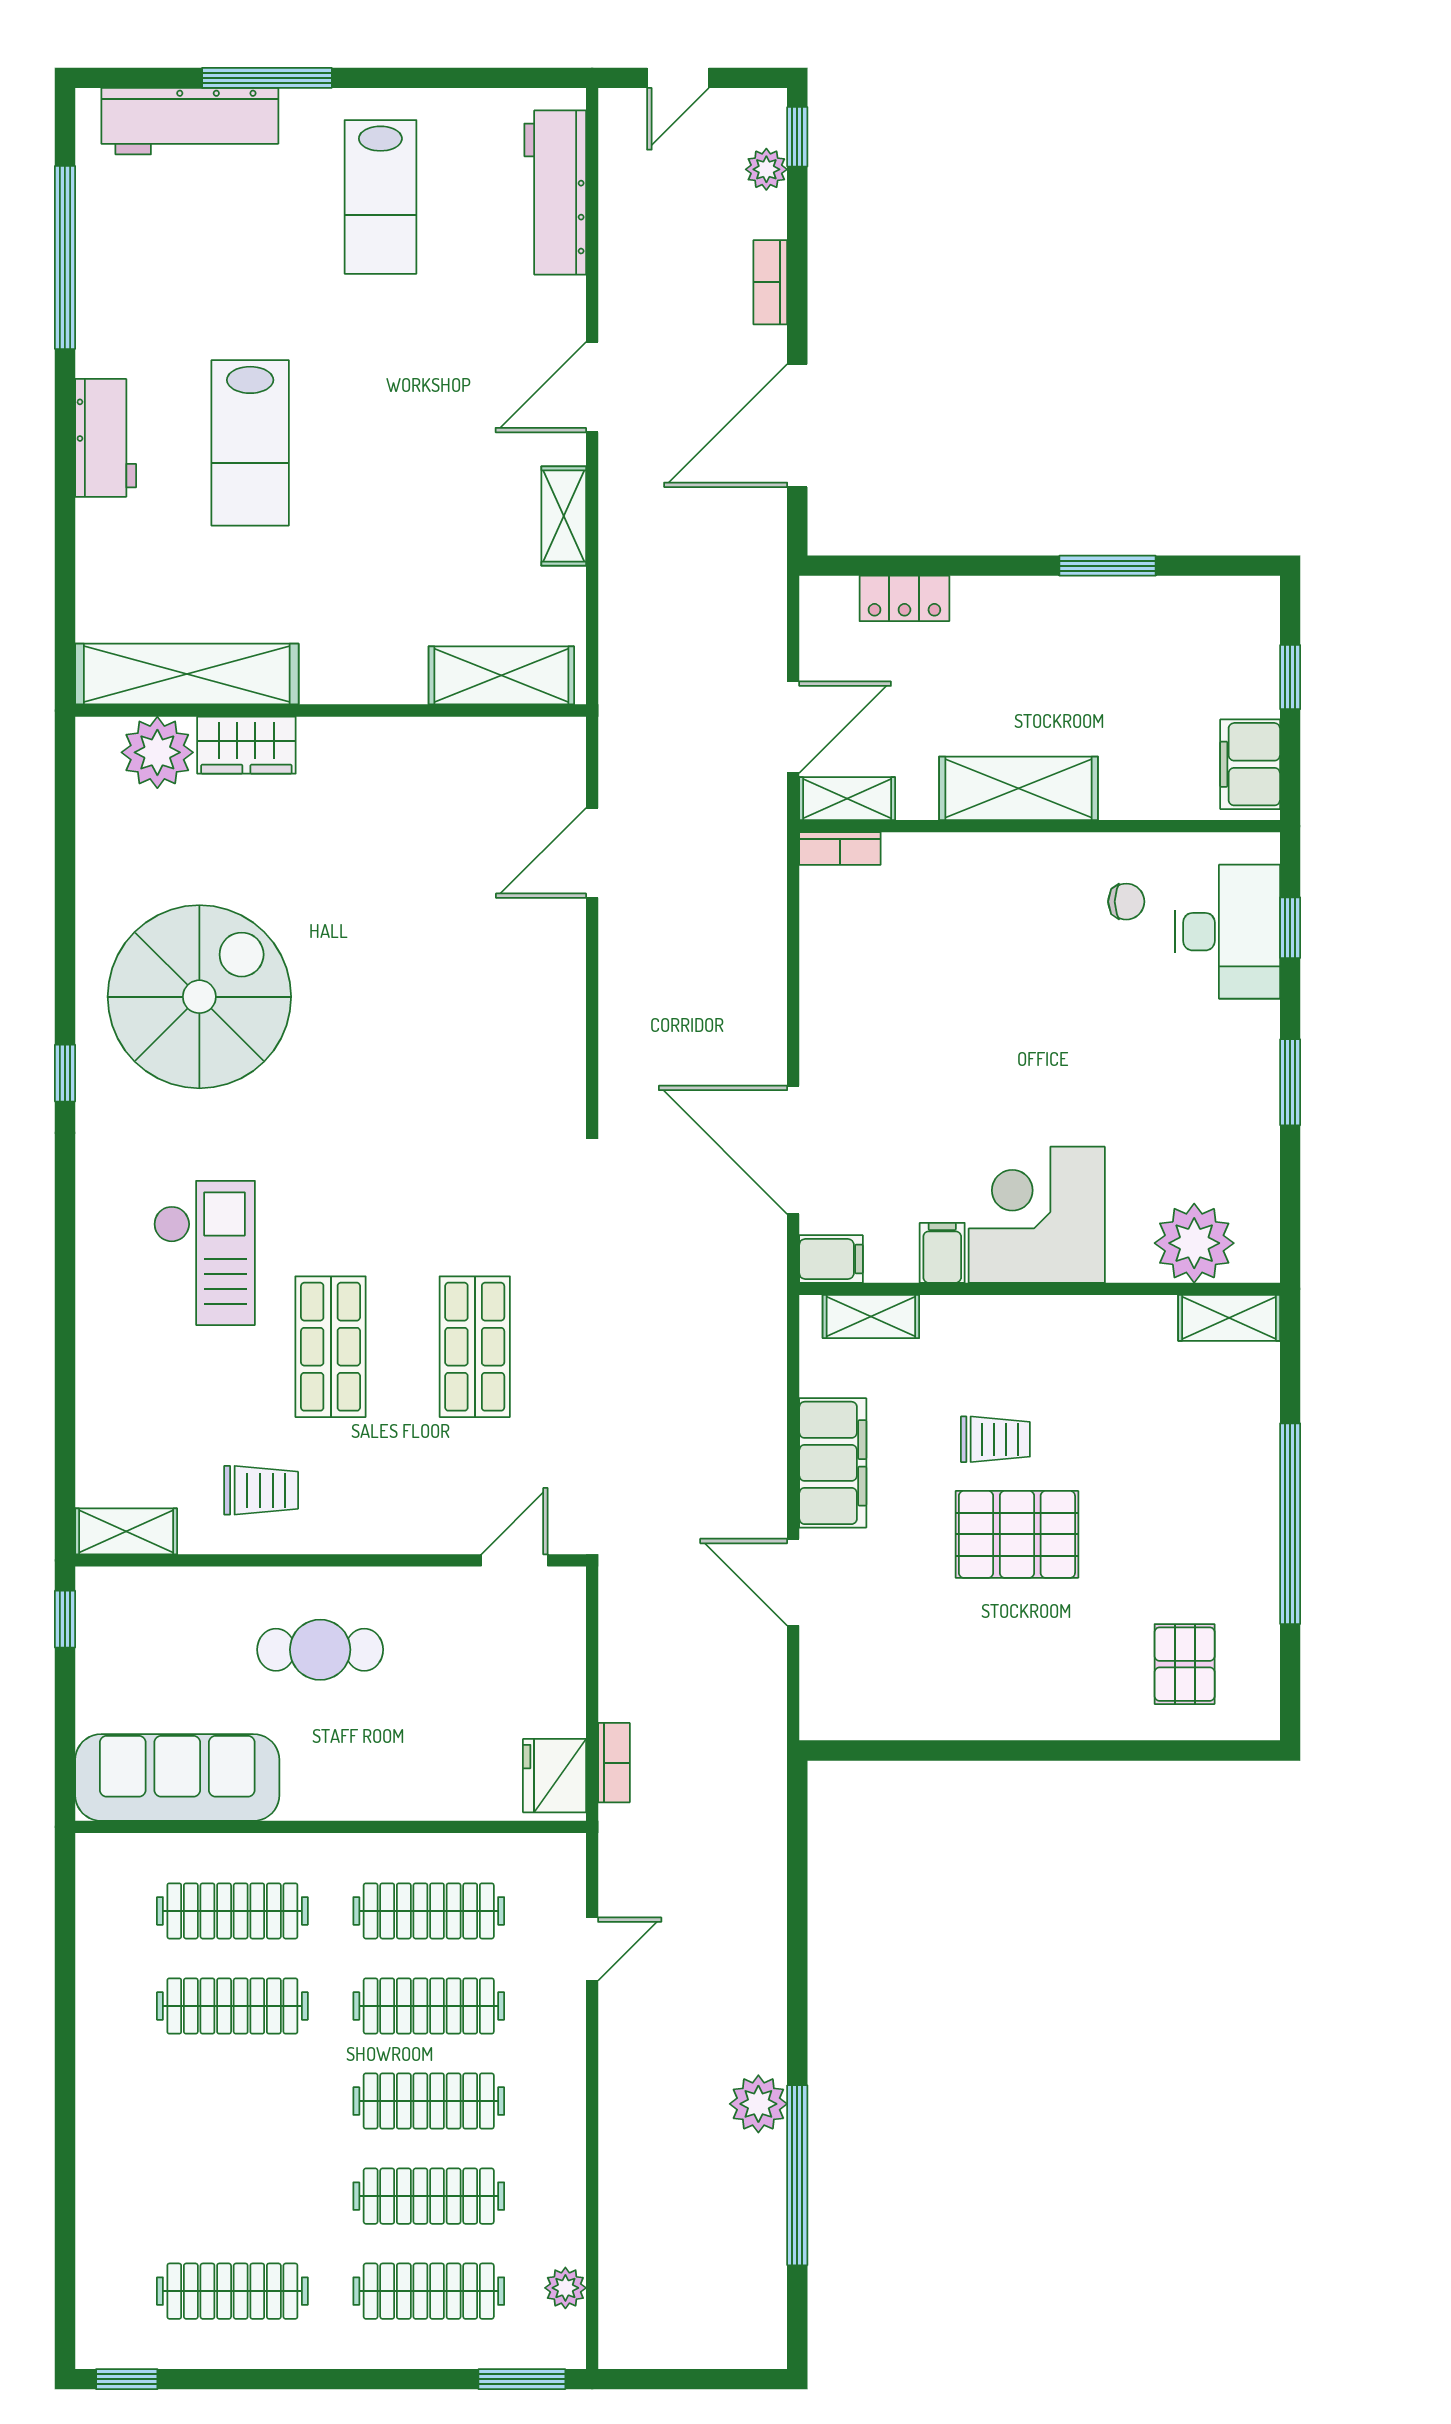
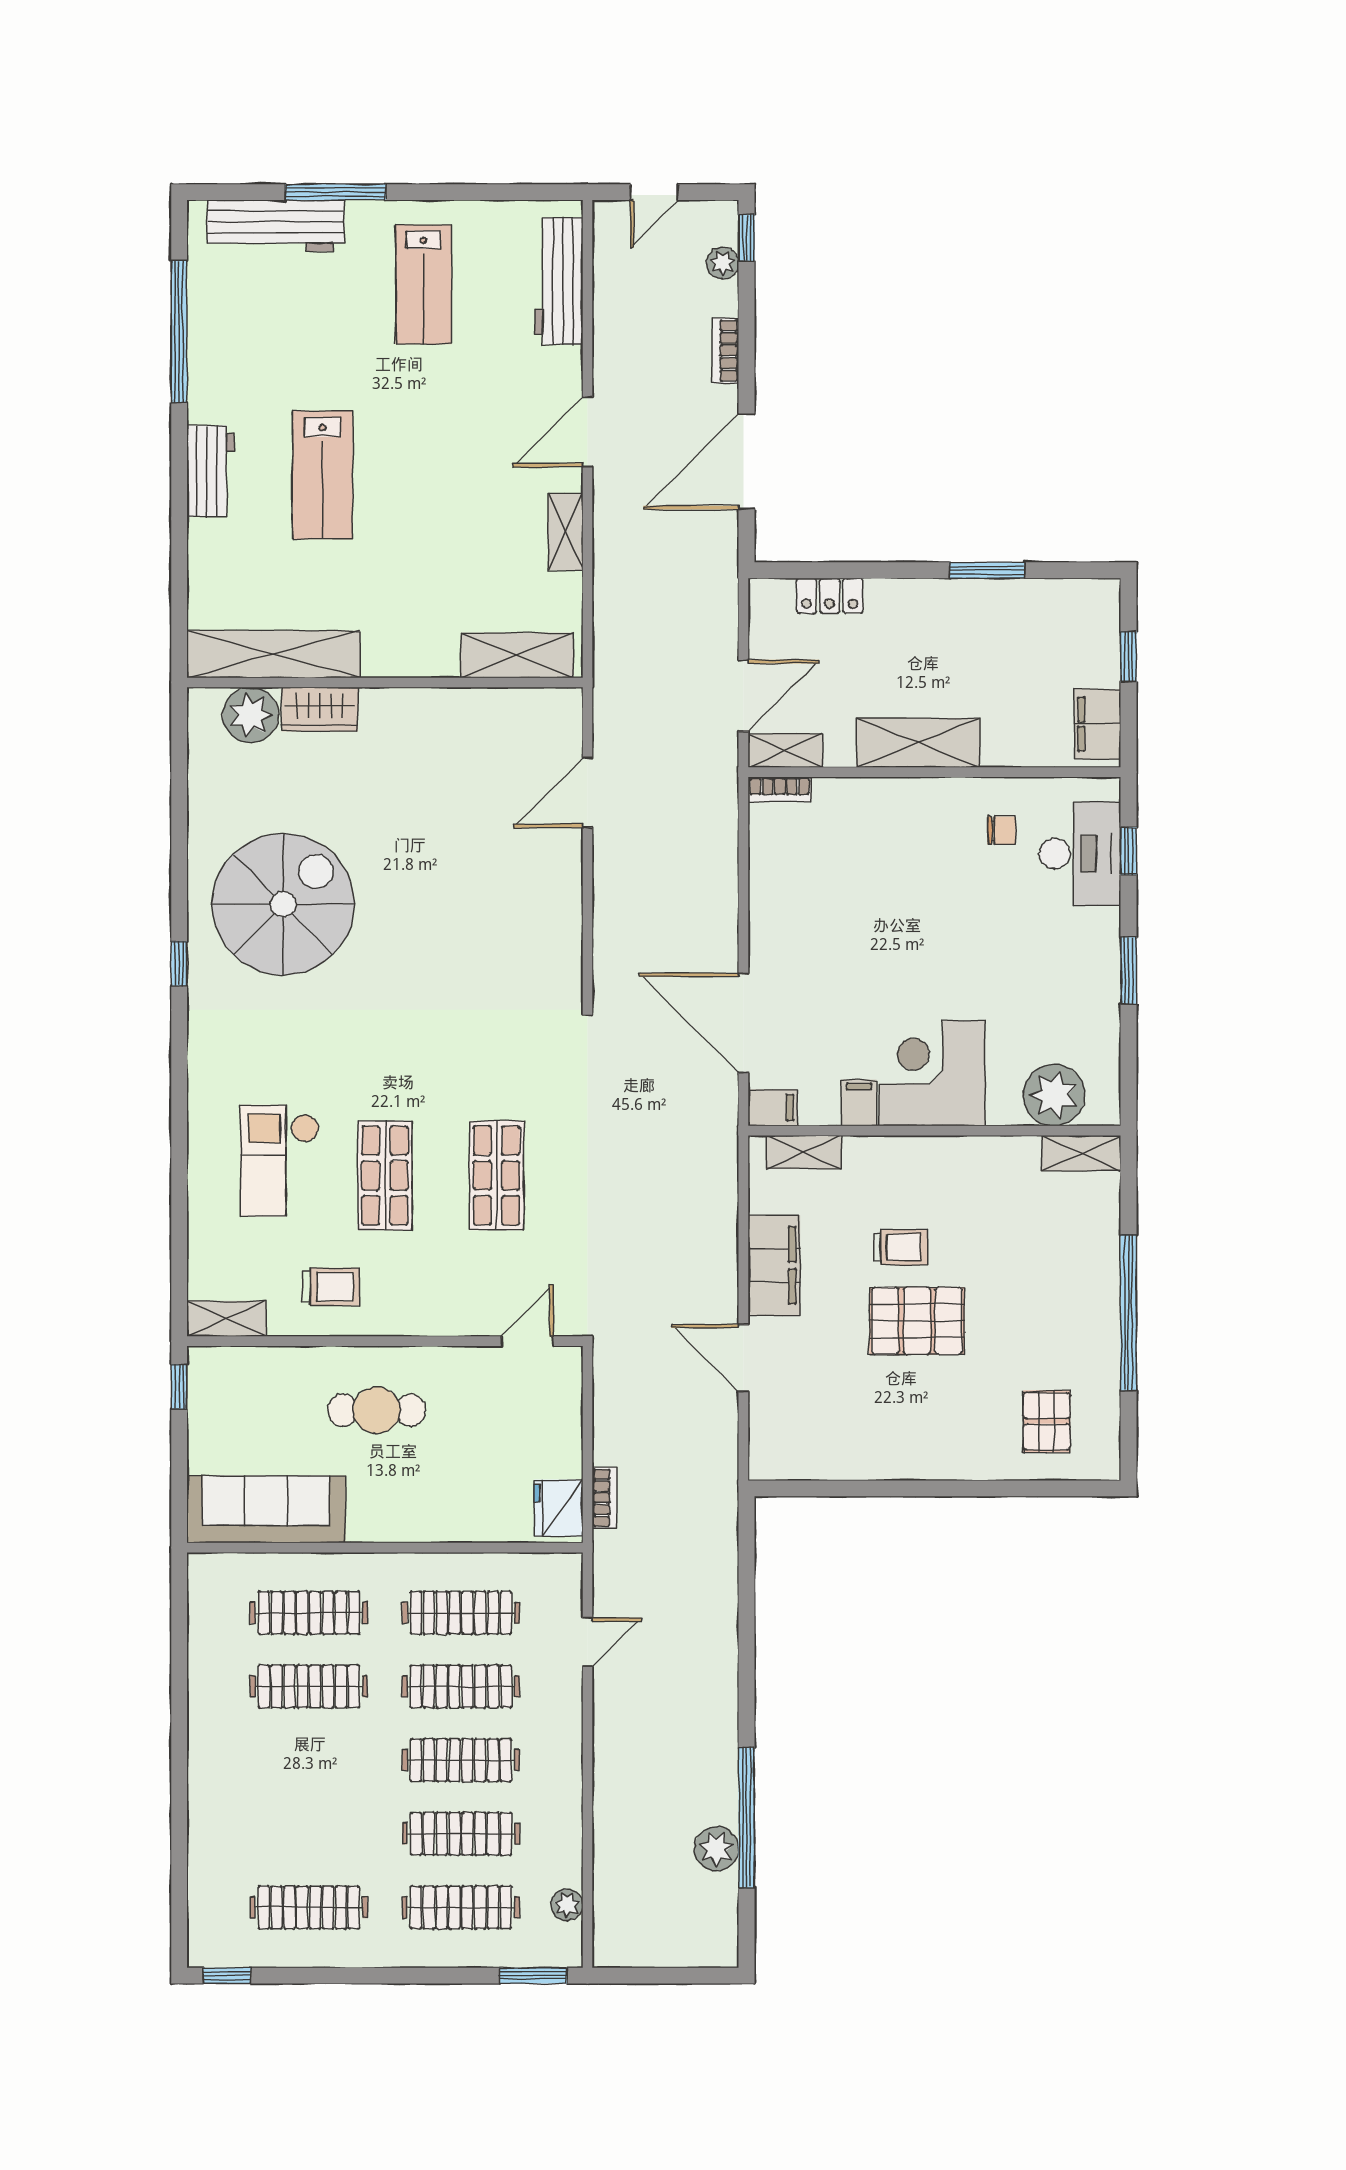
checkout: (204, 1253) -> (280, 1161), moved, turned 180
plant: (758, 2104) -> (716, 1849), moved

